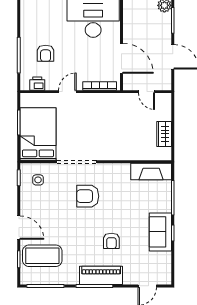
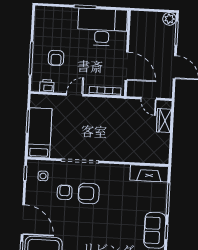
bed: (38, 134) -> (40, 133), width x0.67
wardrobe: (164, 134) -> (164, 121), moved
door: (19, 228) -> (23, 220), width x1.36
armchair: (111, 241) -> (65, 192), moved, turned 180

